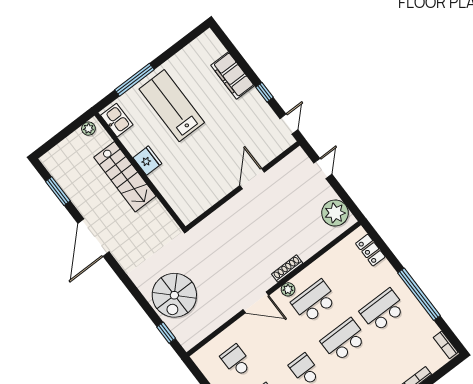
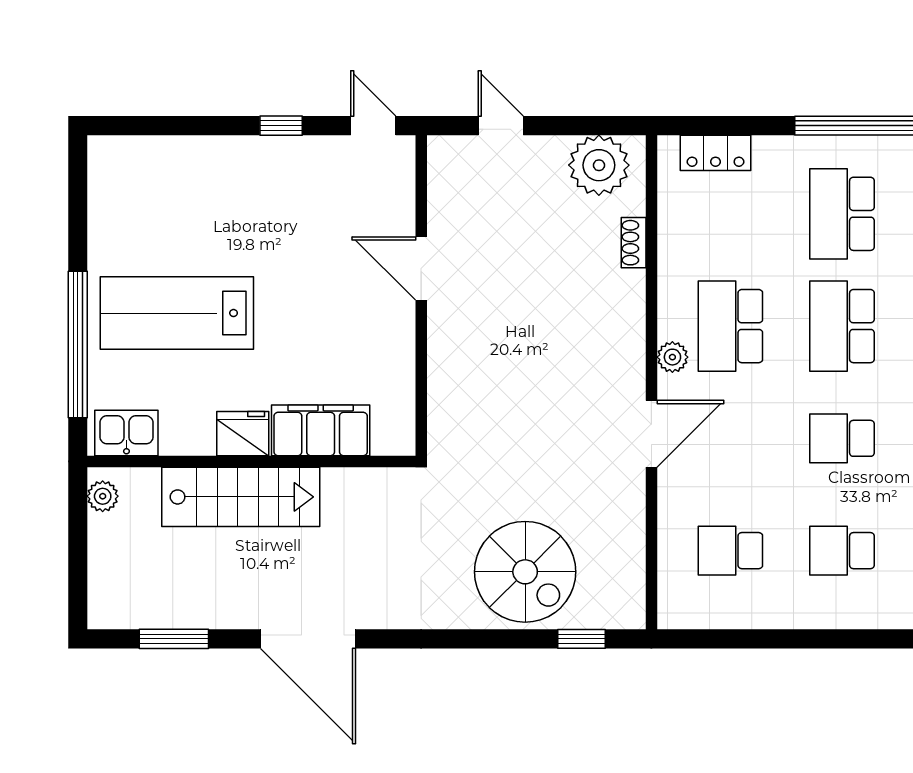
filing cabinet: (233, 76) -> (321, 430), moved, turned 180
window: (135, 80) -> (78, 344), width x1.46
shoe rack: (287, 269) -> (634, 243), moved, width x0.70

